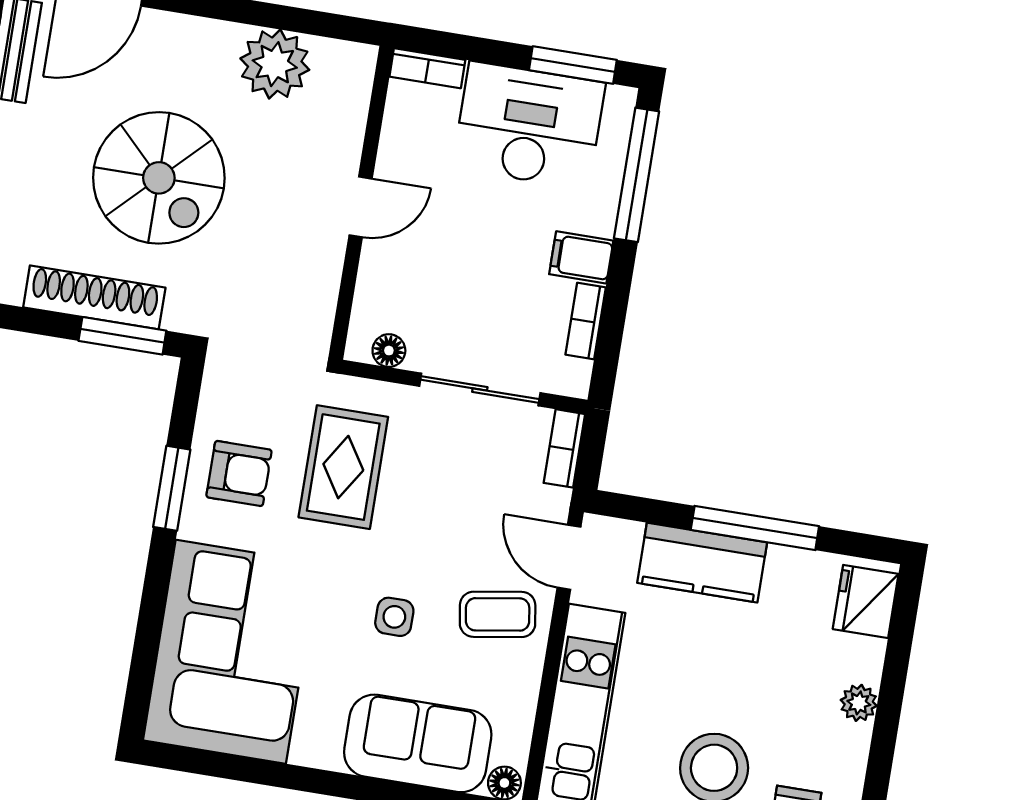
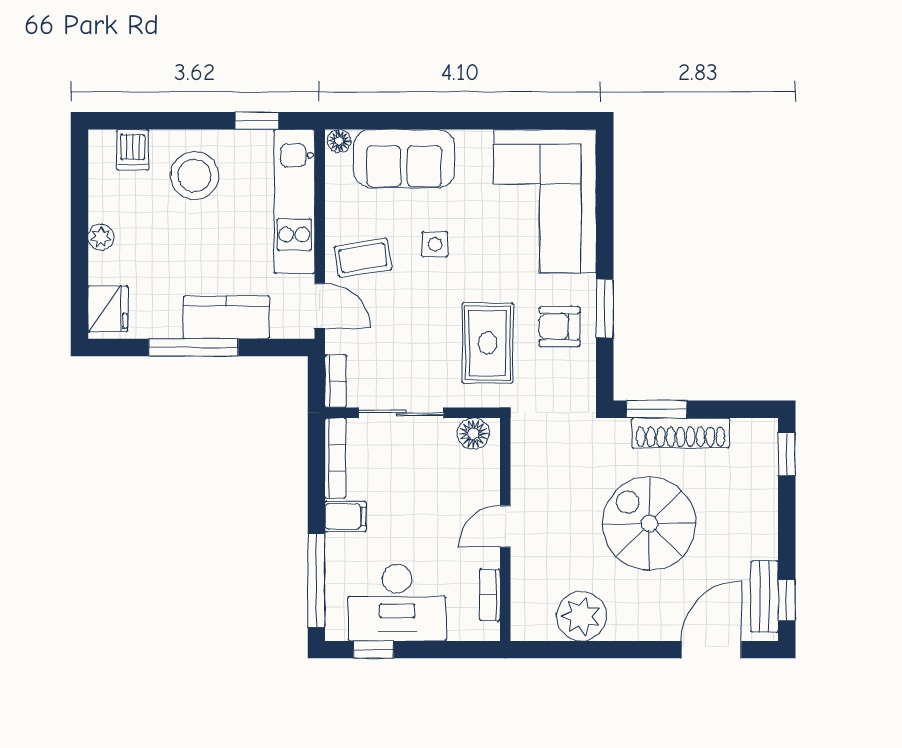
window: (573, 65) -> (373, 650), width x0.67
bookcase: (427, 68) -> (490, 595), moved, turned -90
bookcase: (586, 321) -> (335, 458), width x1.56
floor lamp: (389, 351) -> (473, 434), width x1.37, depth x1.37

